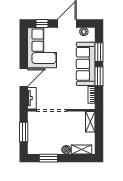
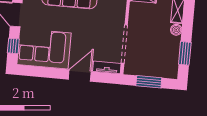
door: (24, 78) -> (80, 75), hinge flipped

